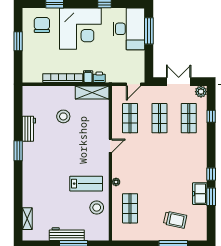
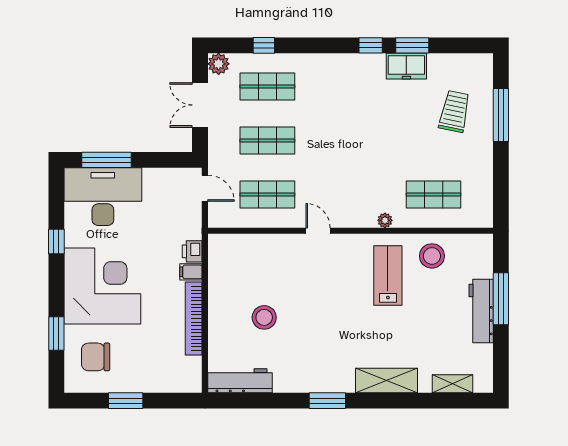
shelving: (92, 92) -> (387, 381), moved, turned 90
workbench: (29, 129) -> (240, 381), moved, width x1.38

